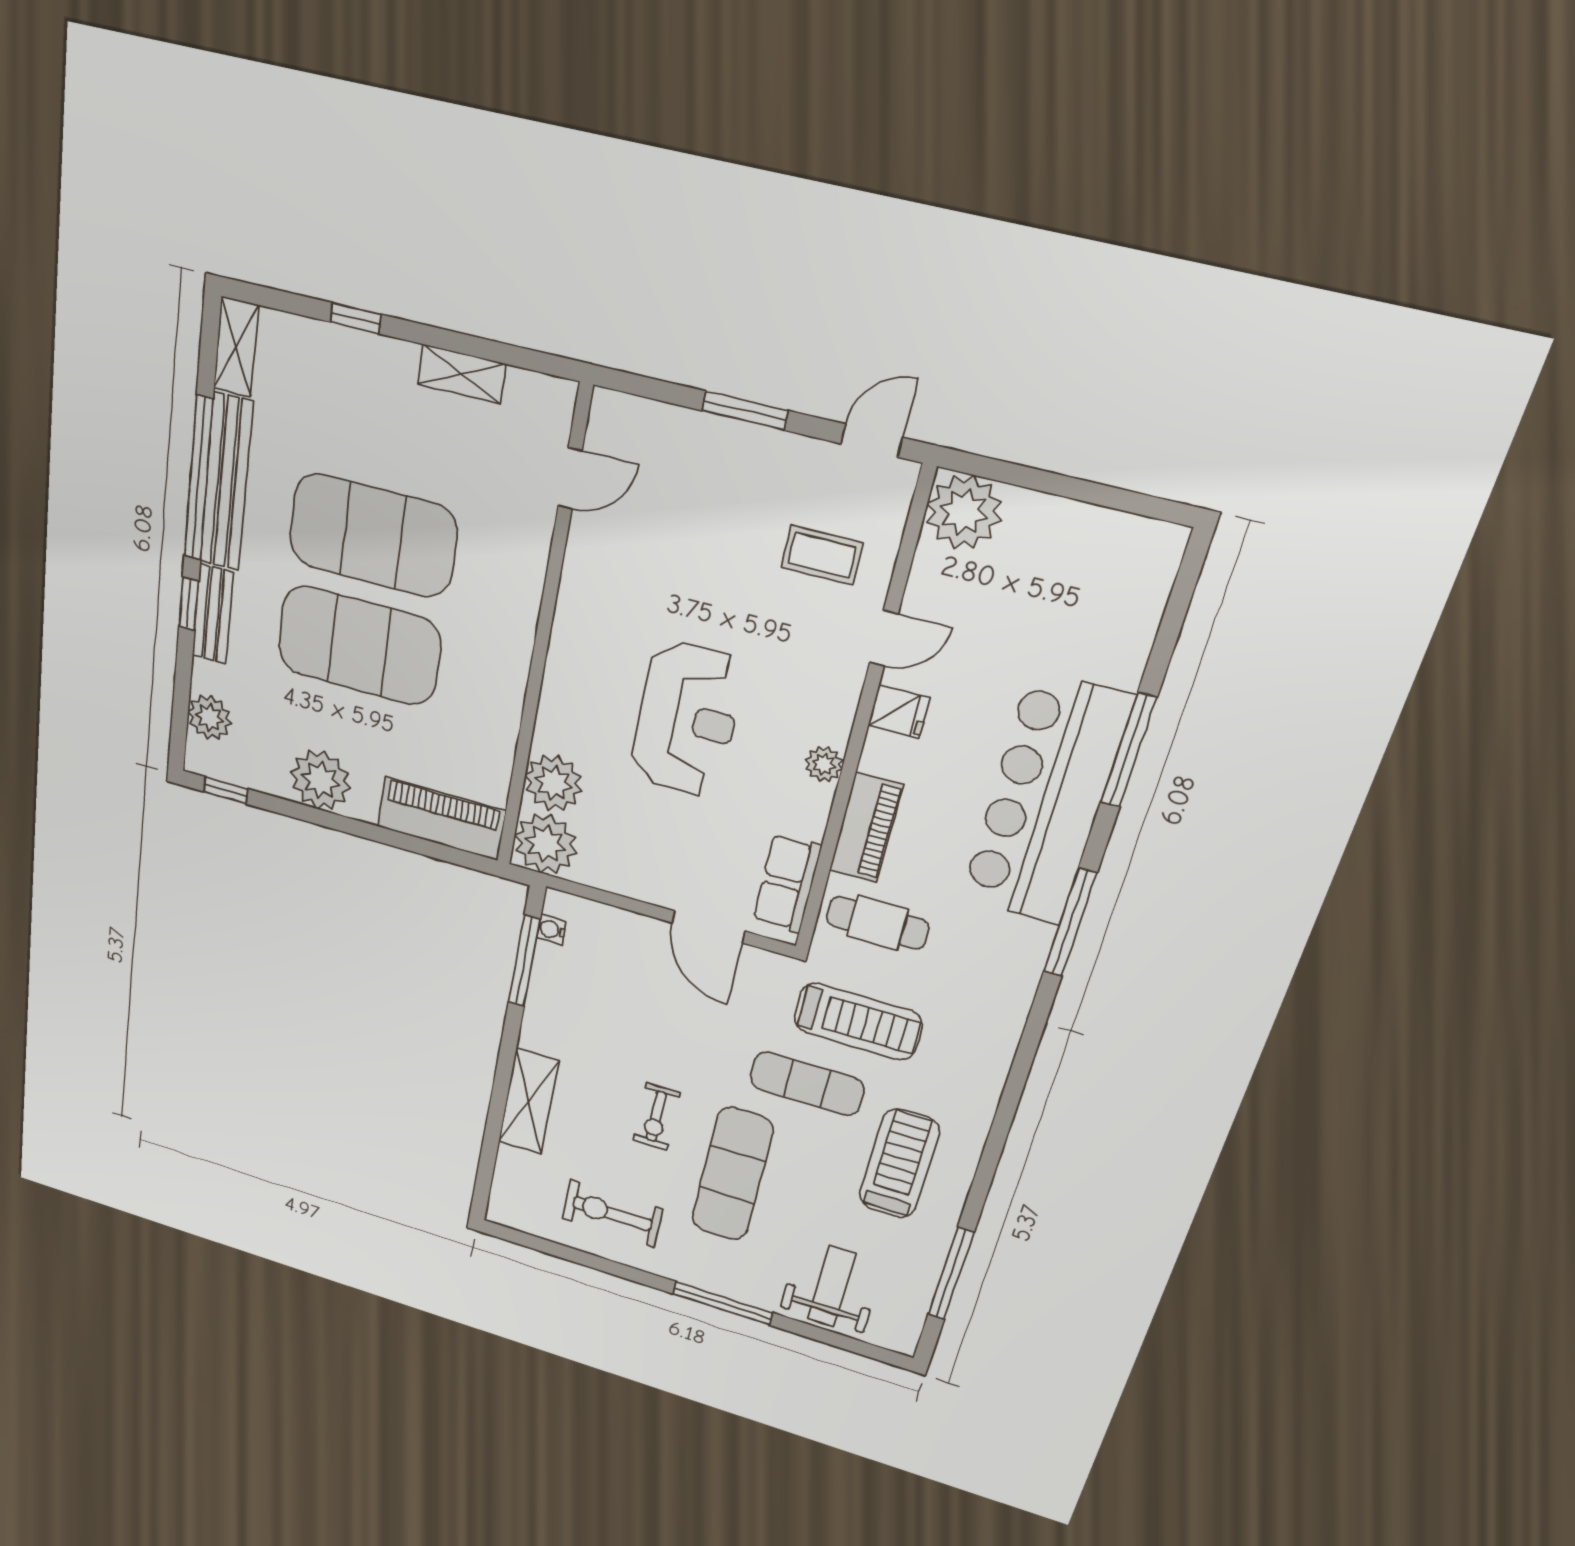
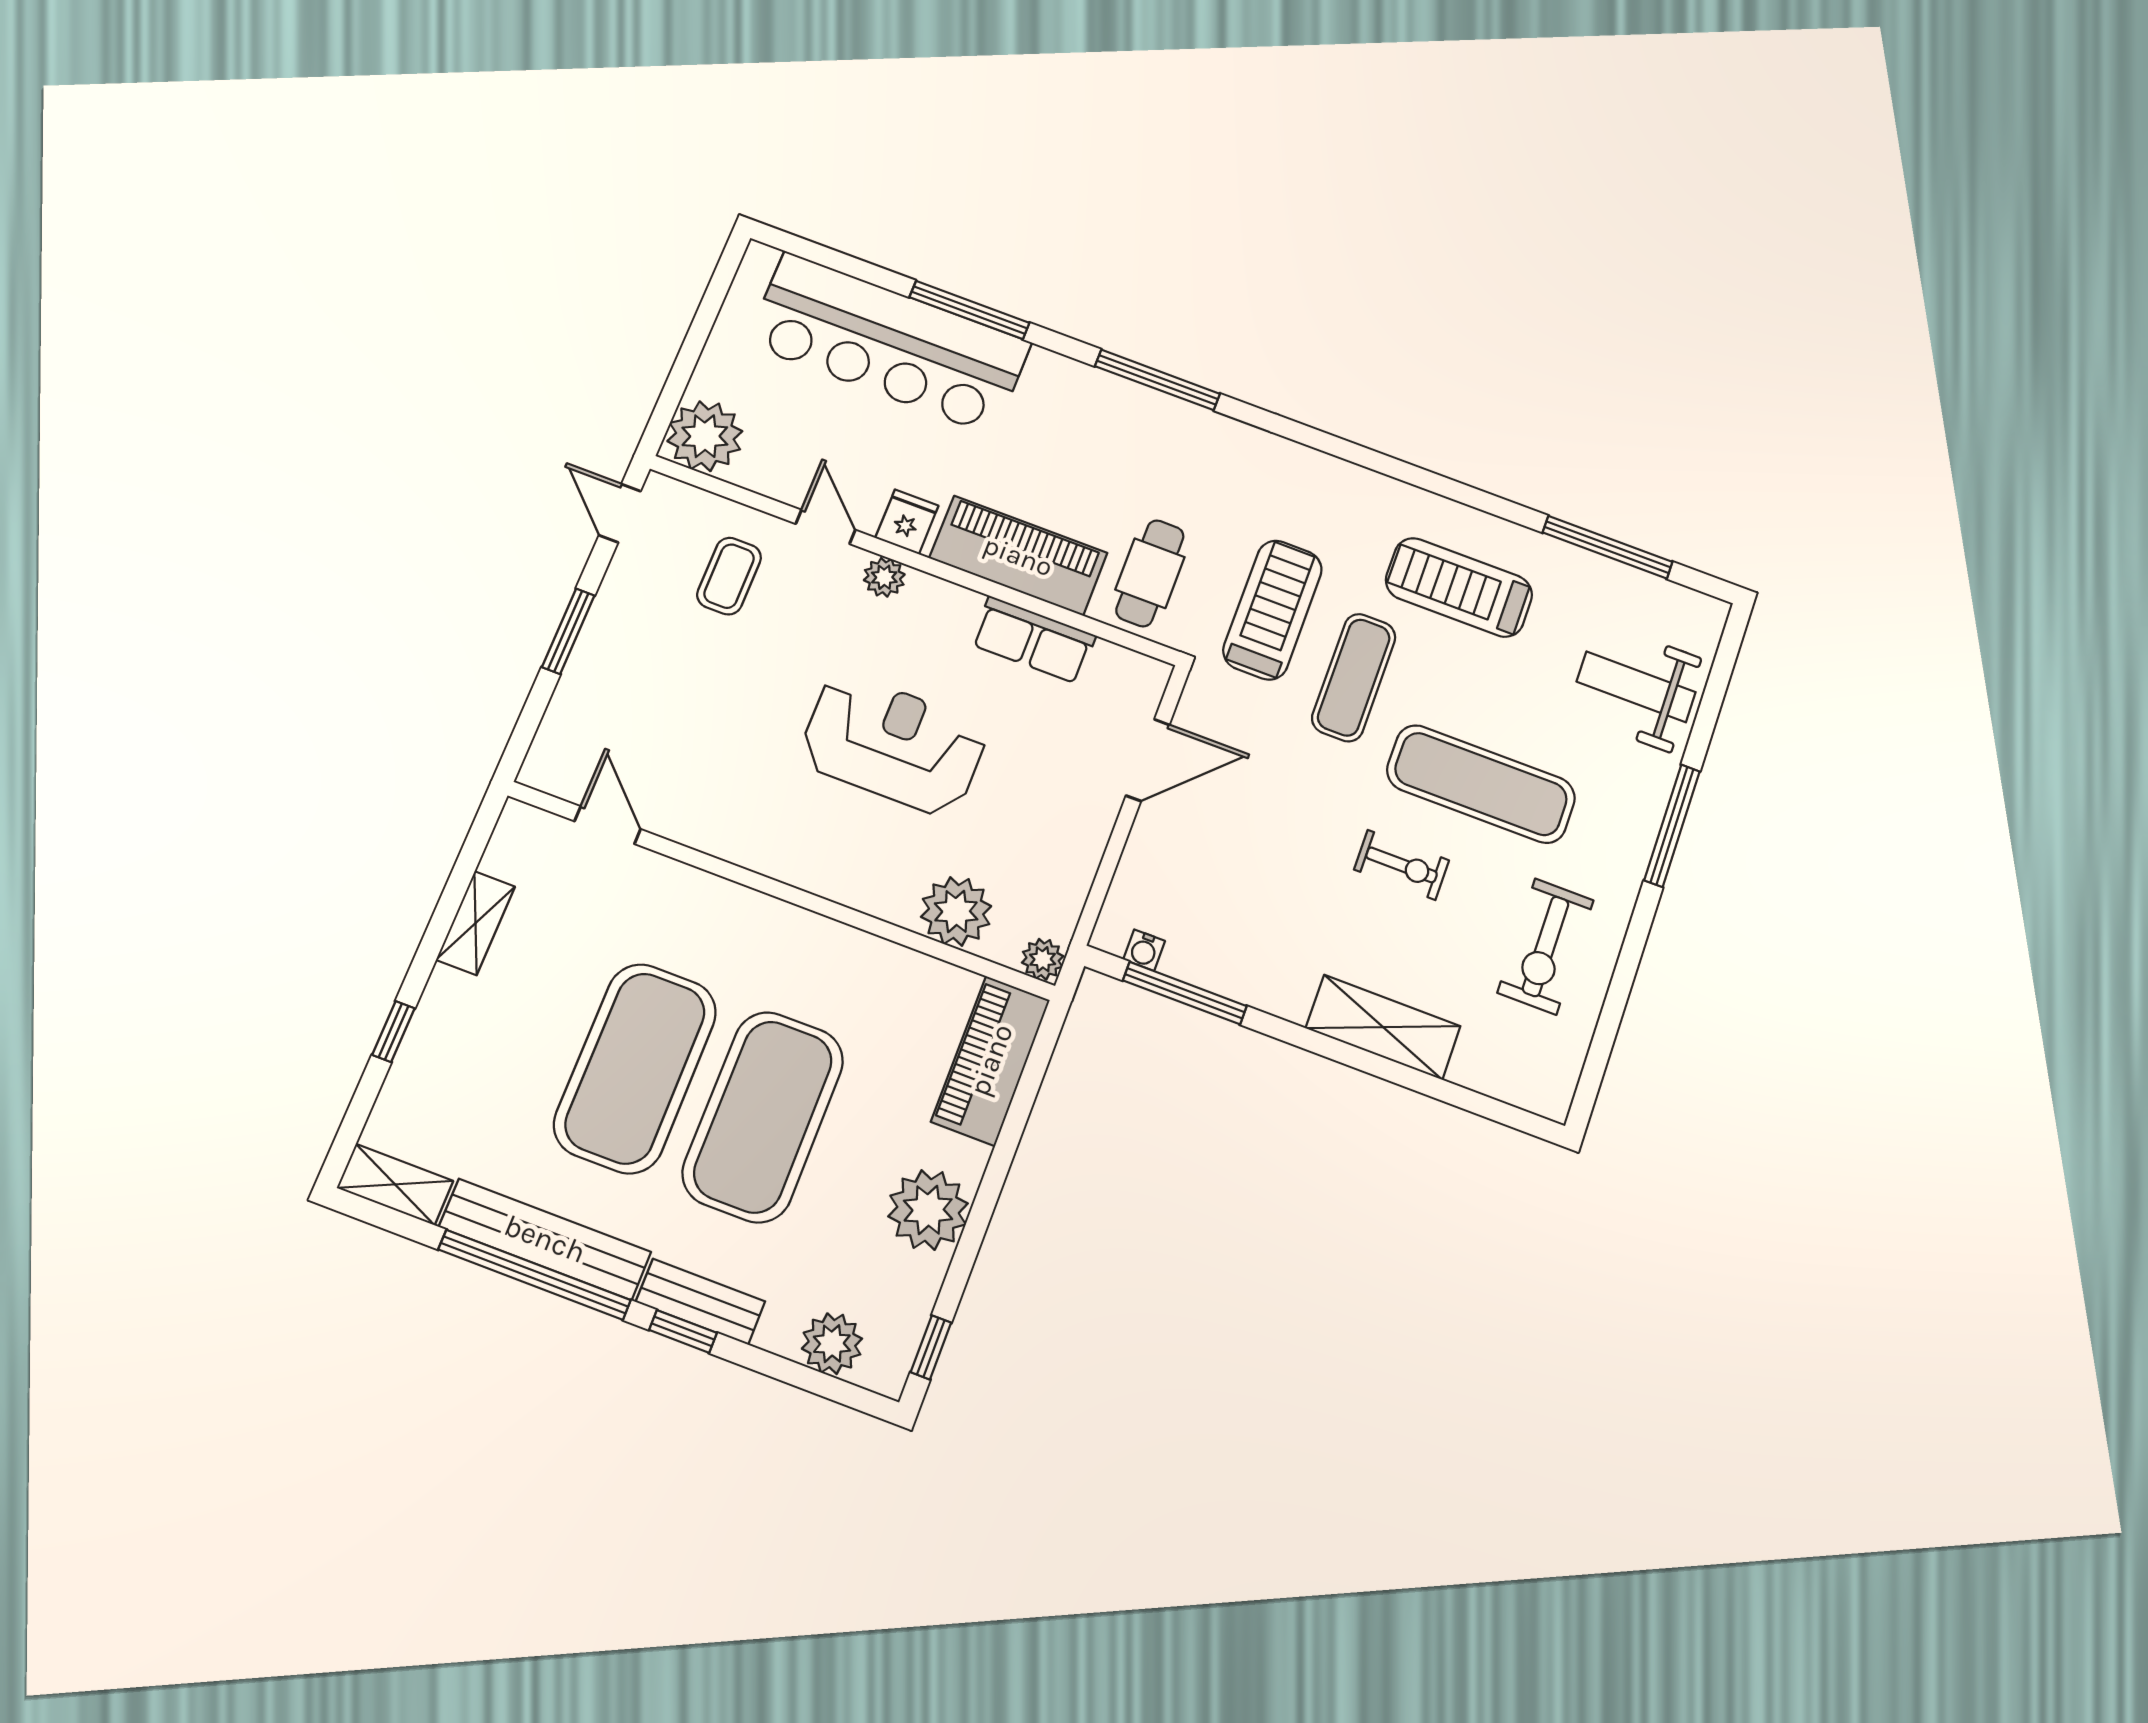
plant: (824, 764) -> (884, 577), moved
bar counter: (1045, 800) -> (889, 343), moved
piano: (866, 828) -> (1018, 556), width x1.37, depth x1.33
plant: (546, 844) -> (1043, 959), width x0.53, depth x0.53
row of seats: (787, 883) -> (1033, 640), moved

